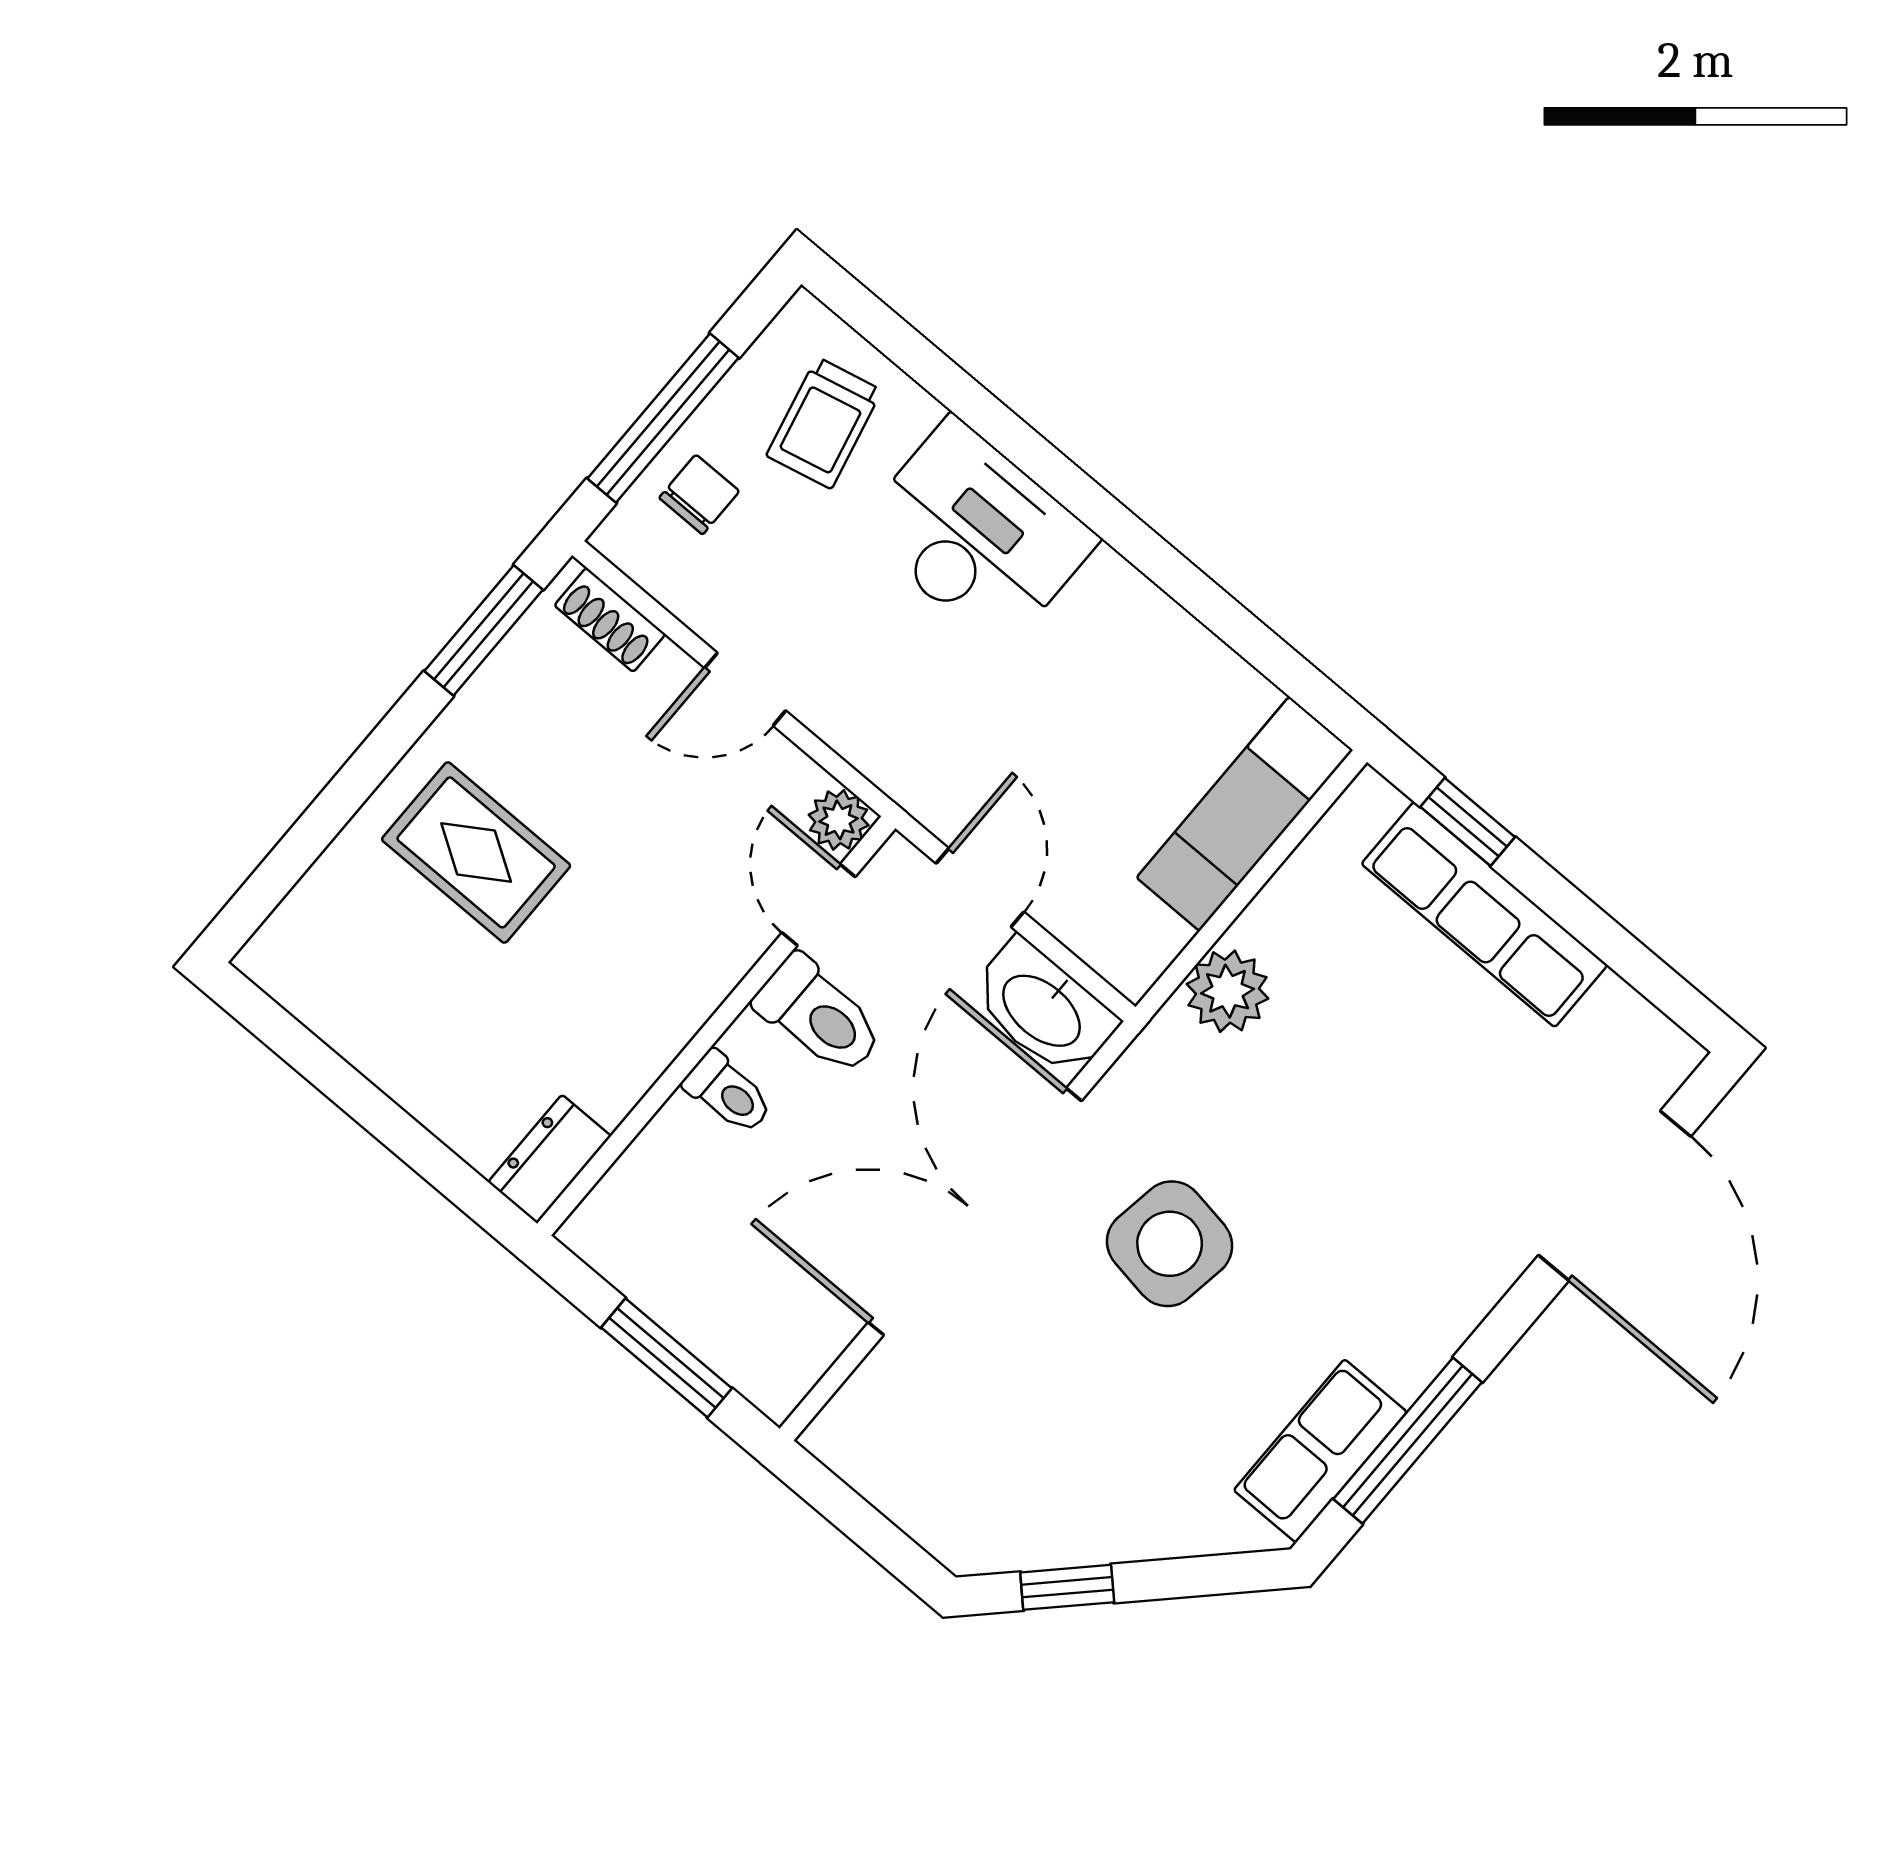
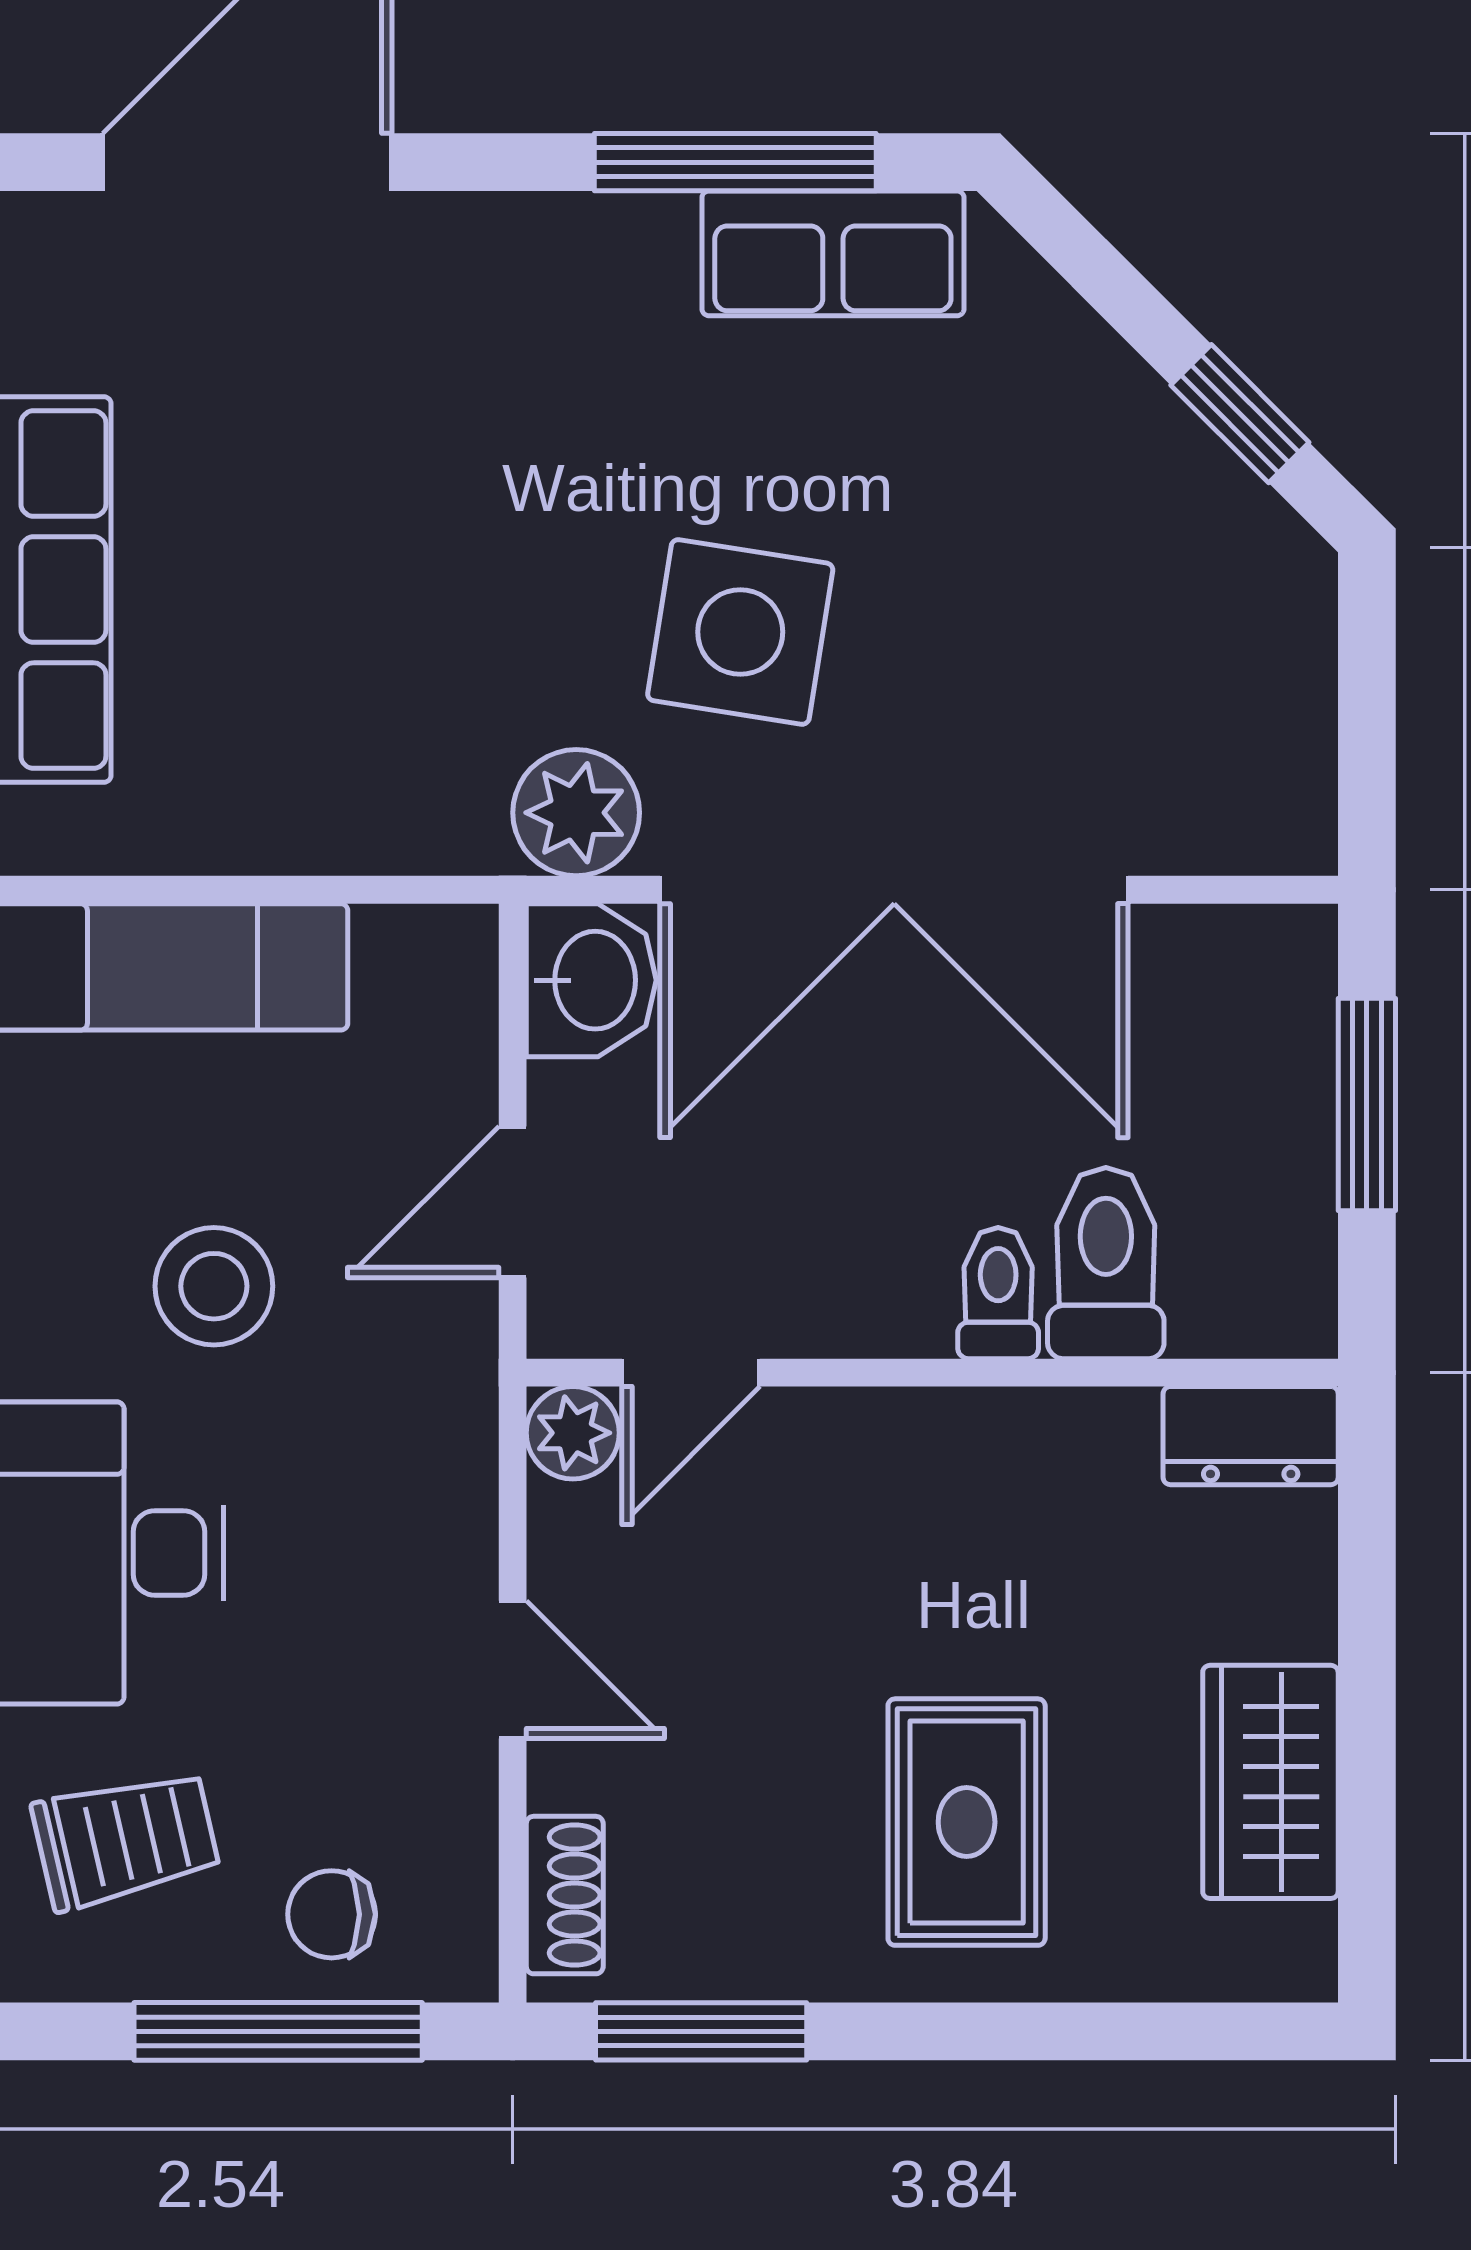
stool: (1064, 702) -> (214, 1286), added
plant: (1228, 991) -> (576, 813), moved
washbasin: (1043, 1009) -> (591, 980), width x0.72
toilet: (819, 1016) -> (1106, 1263), moved
wardrobe: (367, 1022) -> (1270, 1782), added

